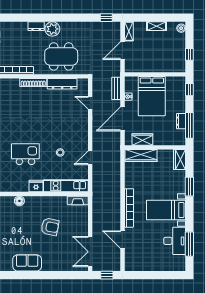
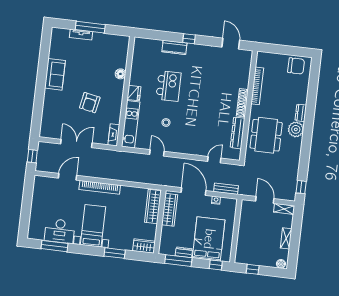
bed: (152, 96) -> (209, 239), moved, turned 90
wardrobe: (142, 139) -> (170, 210), width x1.50
double door: (90, 252) -> (76, 143), moved

